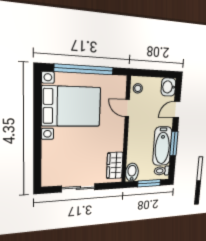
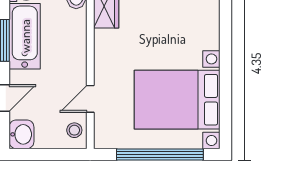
door: (127, 108) -> (90, 99), swing flipped

